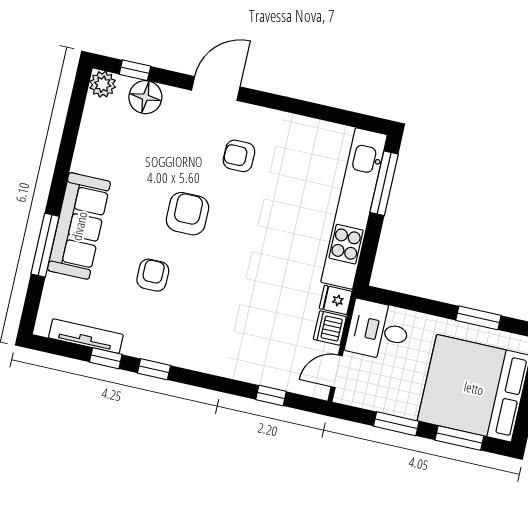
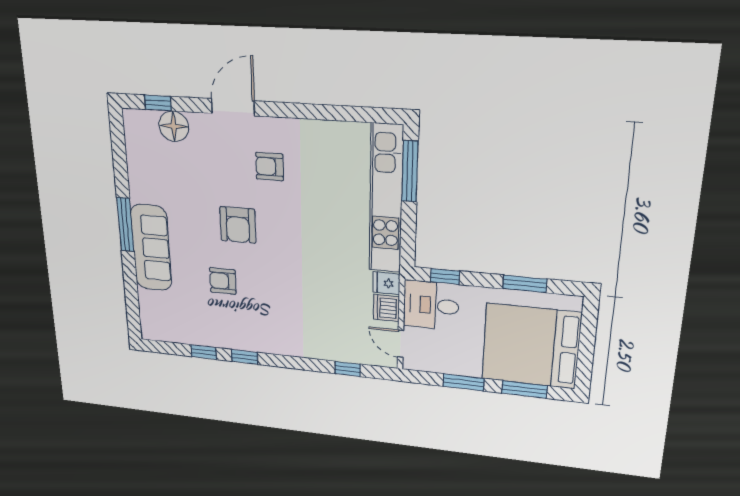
plant: (103, 84) -> (134, 121), removed
armchair: (187, 214) -> (238, 225), turned 180
window: (45, 245) -> (125, 225), moved
armchair: (153, 275) -> (223, 281), turned -90
window: (399, 300) -> (445, 276), added
tv unit: (86, 336) -> (183, 336), removed
door: (337, 371) -> (401, 344), hinge flipped

